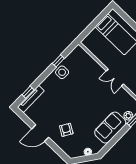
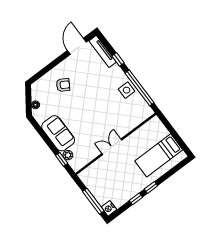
window: (58, 61) -> (140, 88), width x3.17
window: (28, 92) -> (118, 59), moved
door: (40, 133) -> (77, 46), moved

